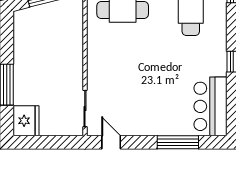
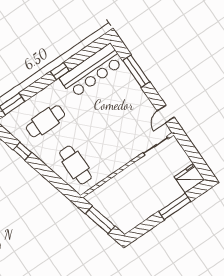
bar counter: (210, 106) -> (92, 71), width x1.36

